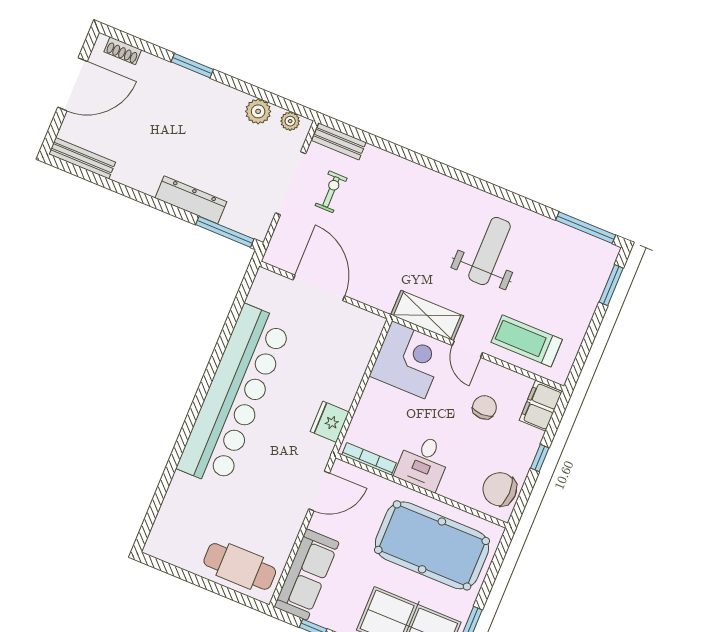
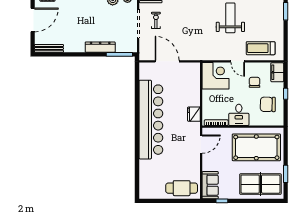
shelving: (427, 315) -> (216, 54), removed
chair: (500, 489) -> (268, 104), moved
sofa: (307, 575) -> (210, 185), width x0.73

